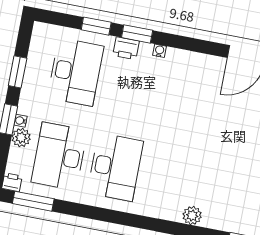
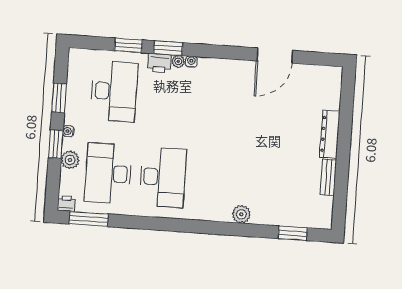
plant: (146, 49) -> (178, 61), added
water cooler: (20, 121) -> (68, 131), moved

